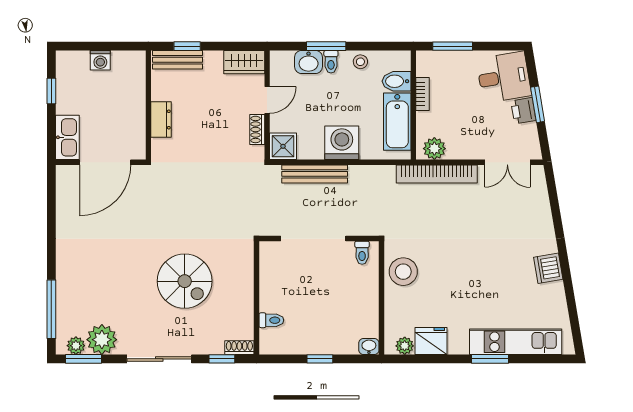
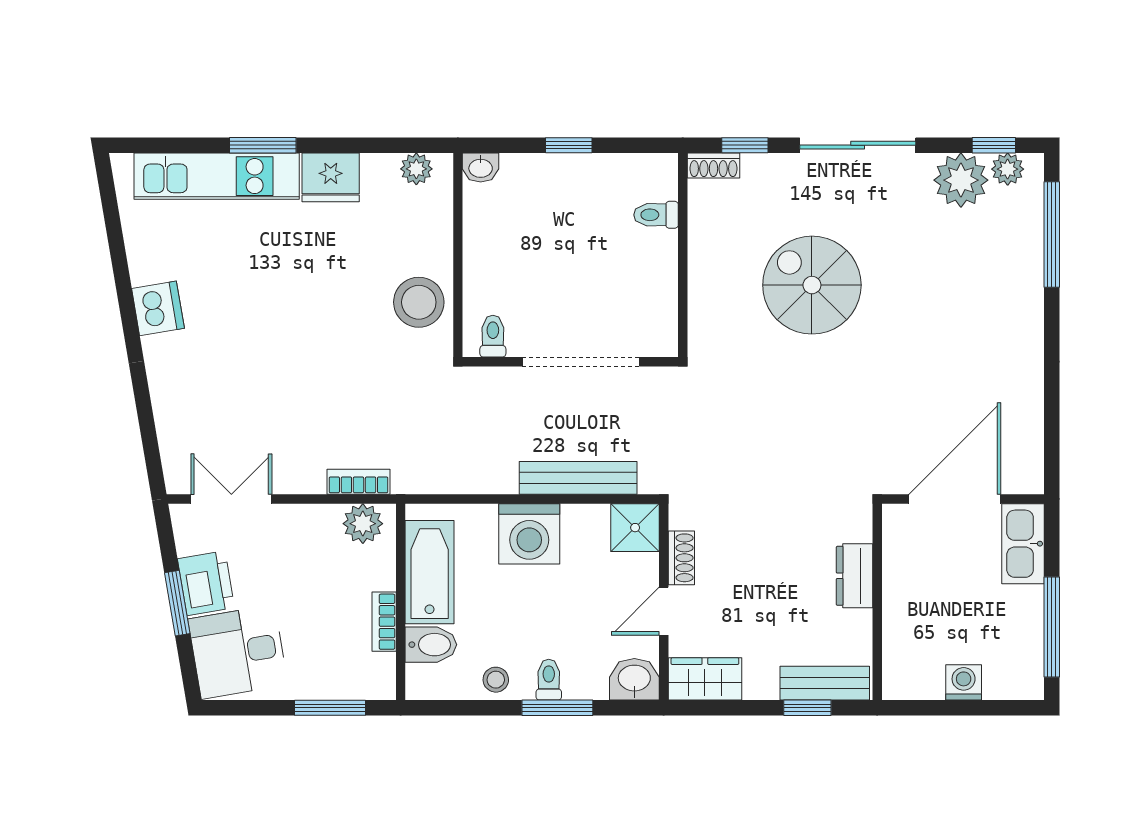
washbasin: (309, 62) -> (634, 679), moved
window: (51, 91) -> (1052, 627), width x2.17
printer: (523, 111) -> (206, 583), width x1.36, depth x1.24
bookcase: (437, 174) -> (358, 482), width x0.43, depth x0.76
fridge: (431, 341) -> (331, 177), moved
window: (84, 359) -> (994, 145), width x0.67

